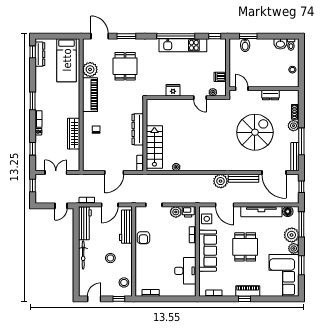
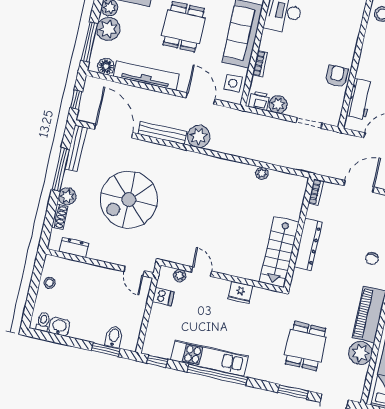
dresser: (270, 95) -> (74, 247), moved
stairs: (154, 147) -> (279, 252), moved
workbench: (126, 227) -> (360, 99), width x0.73

